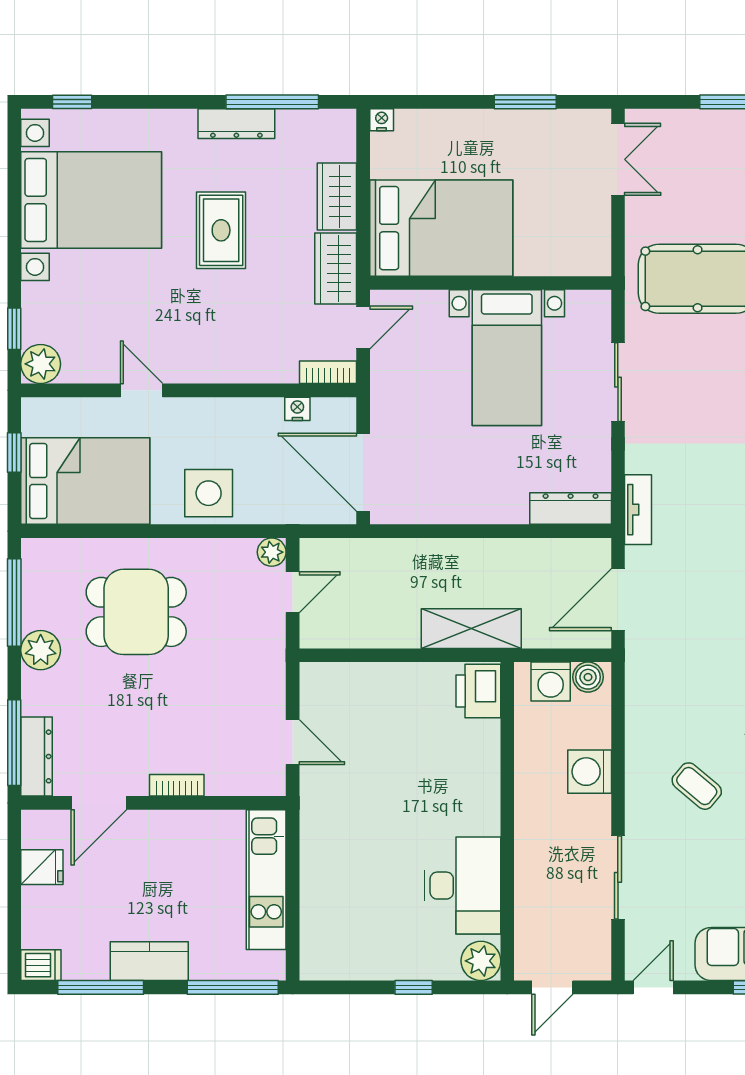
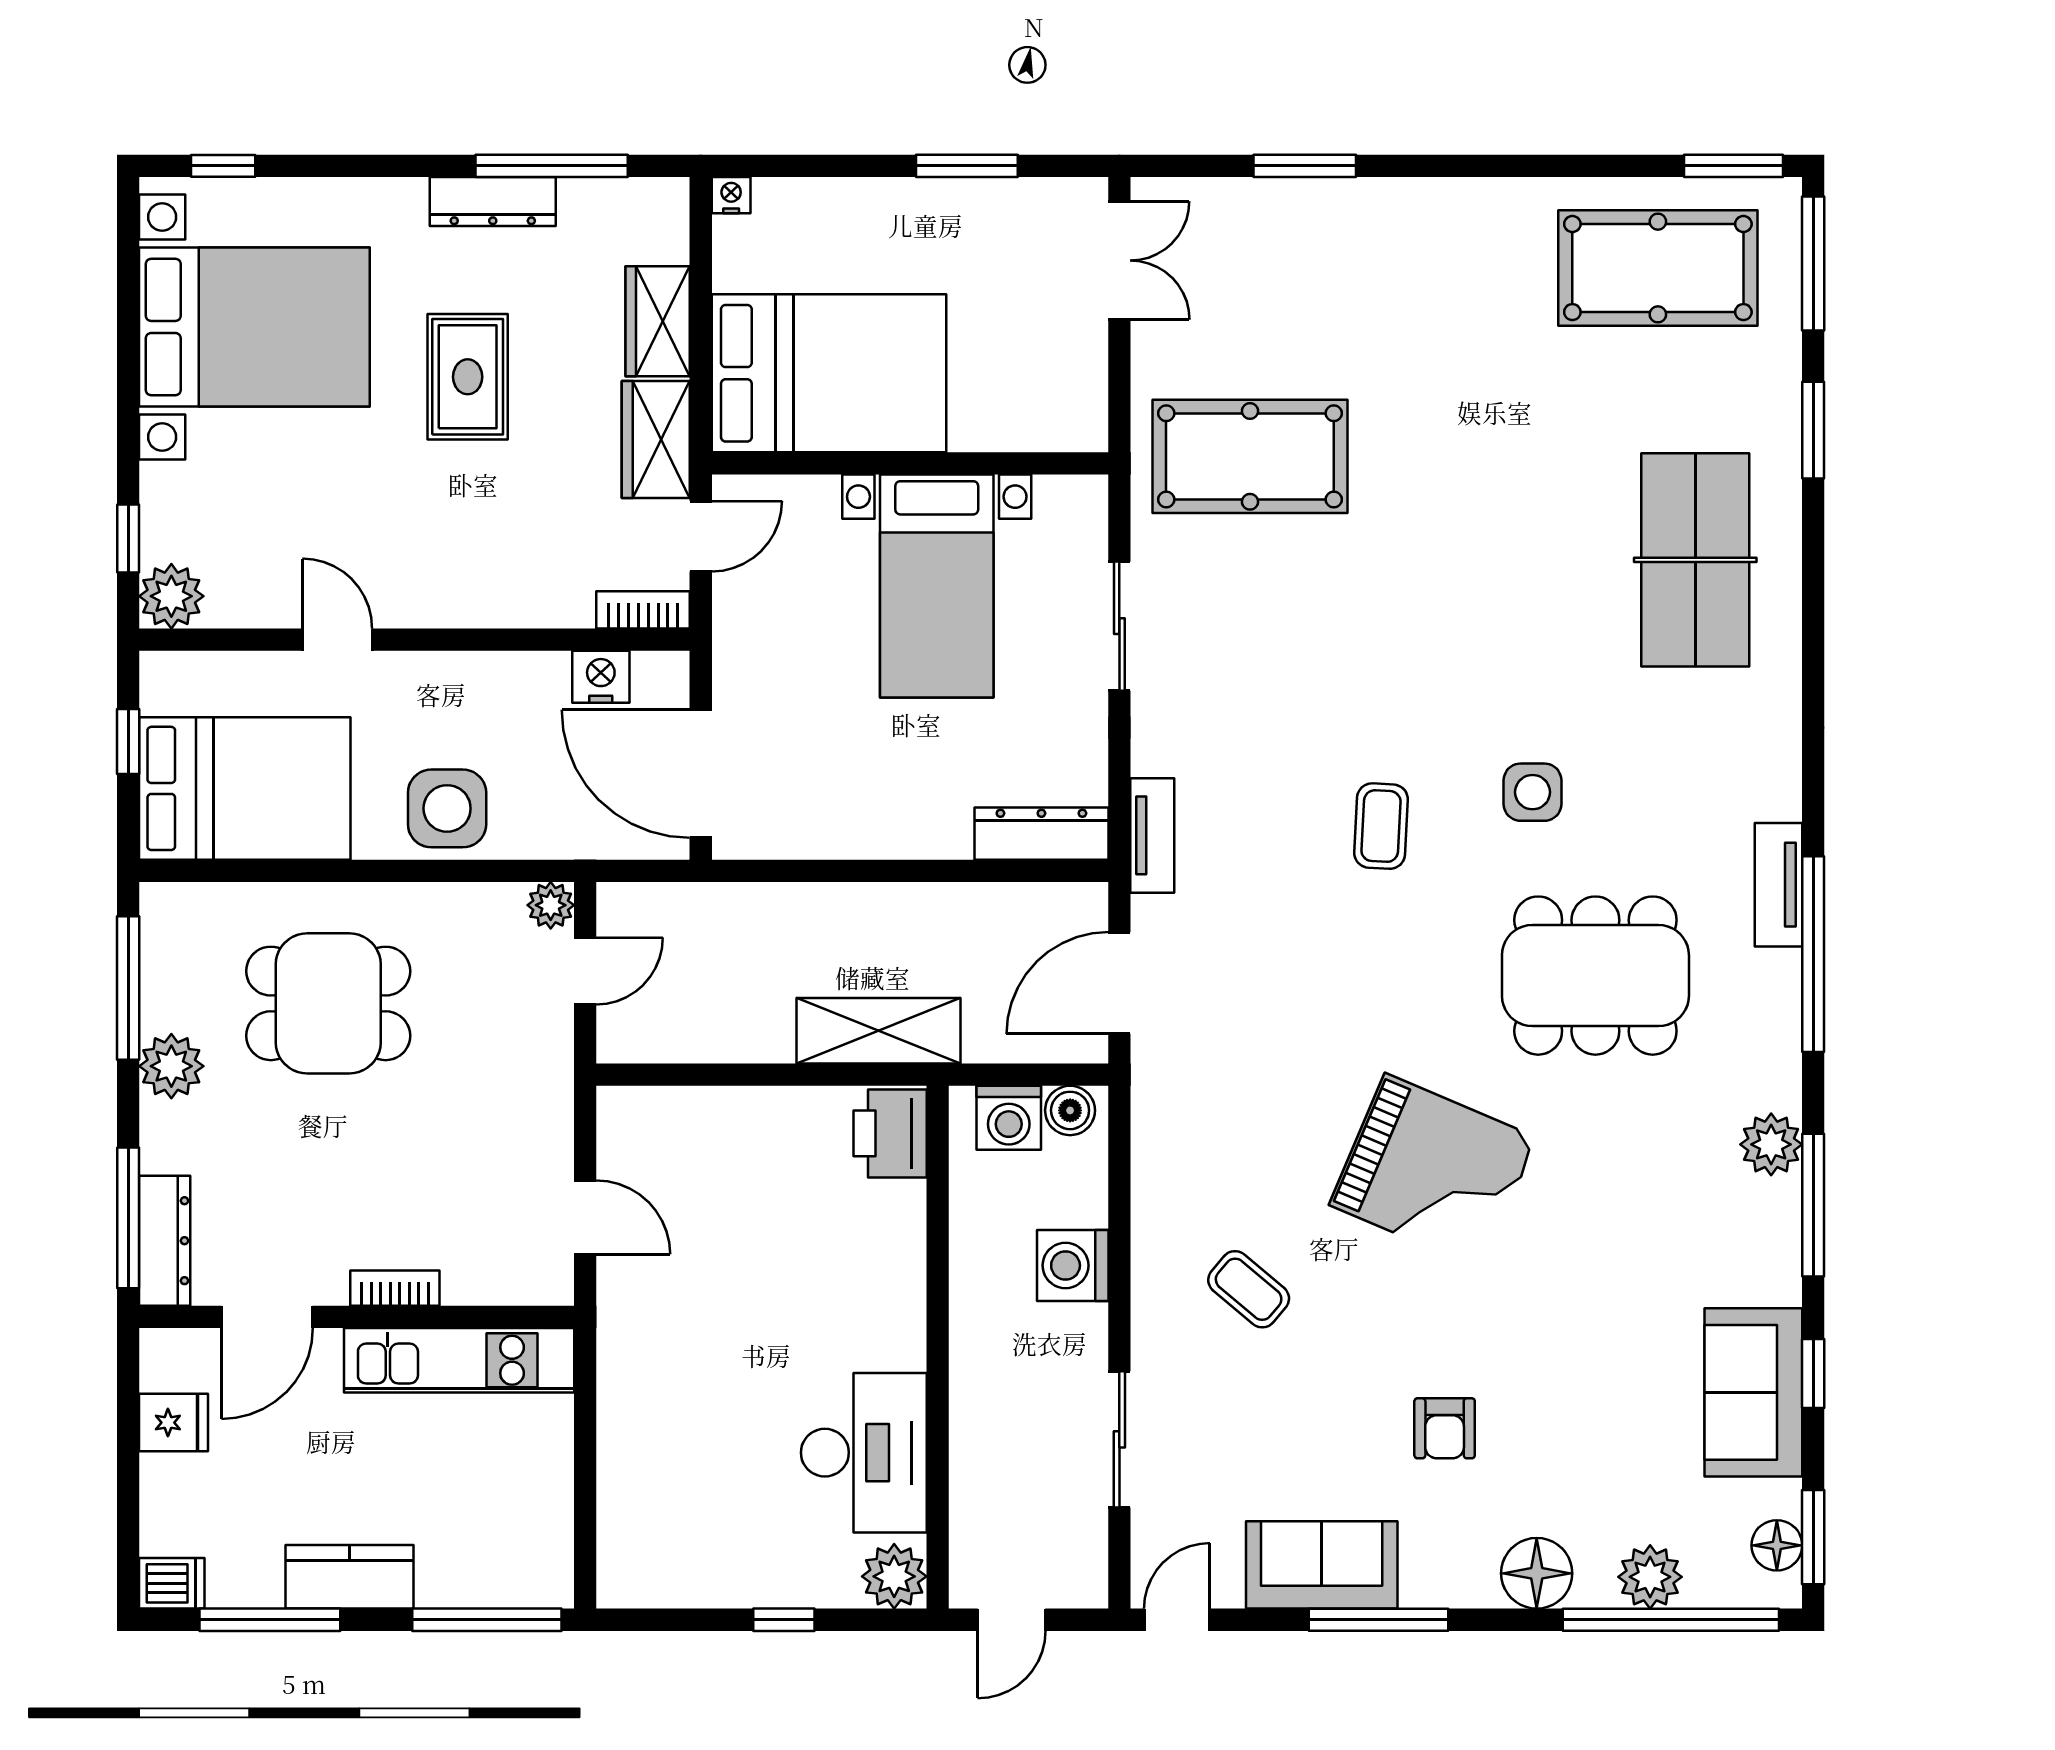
nightstand: (297, 409) -> (601, 677), width x1.39, depth x1.35
kitchen unit: (266, 880) -> (459, 1360), moved, turned -90

